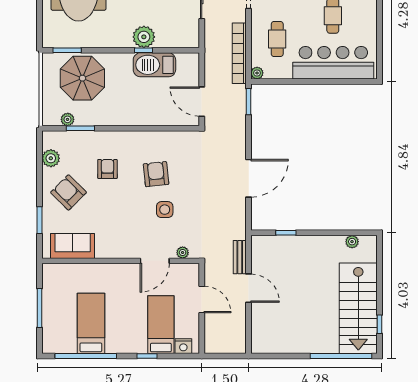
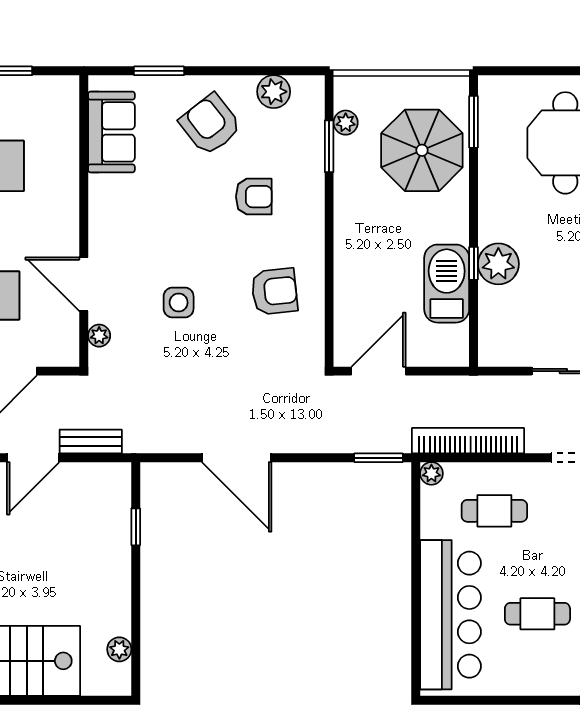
armchair: (156, 174) -> (274, 291), moved
armchair: (68, 192) -> (210, 124), turned -83

